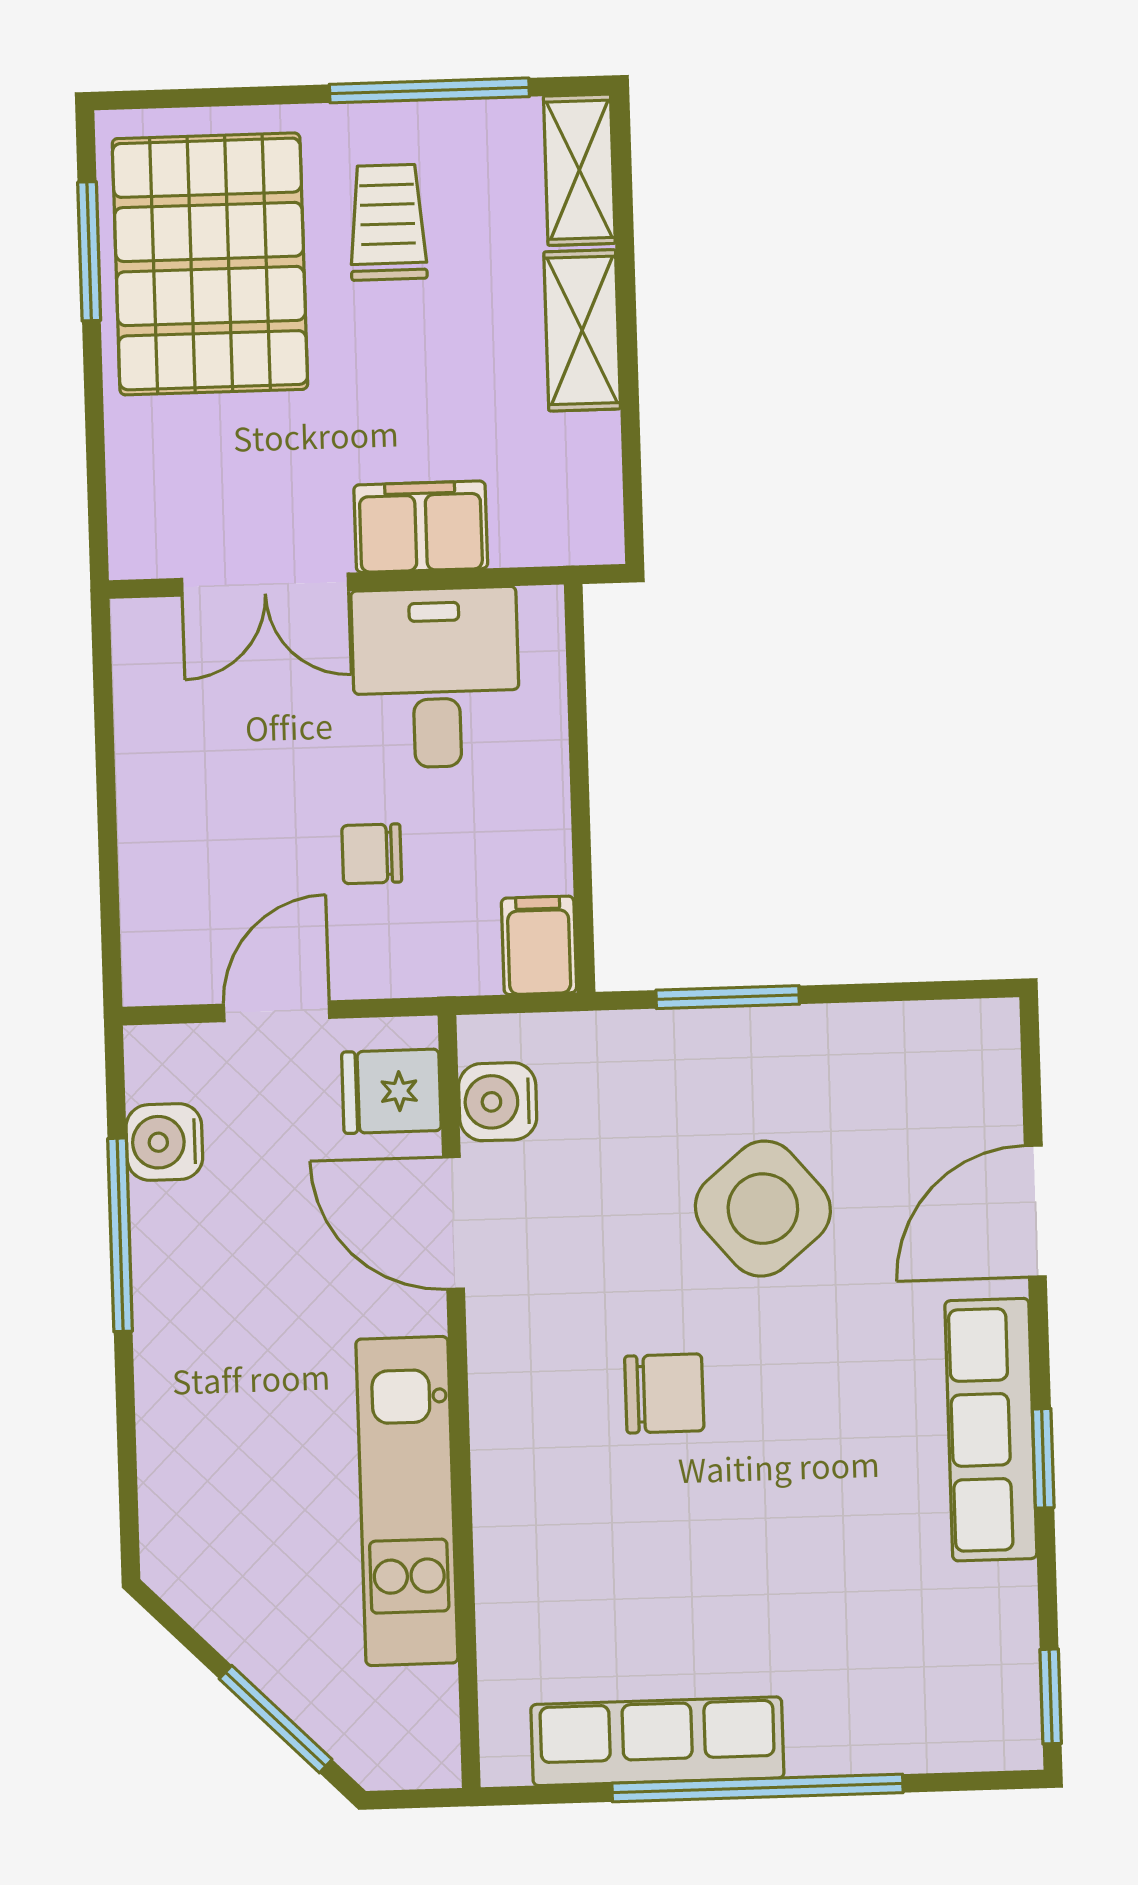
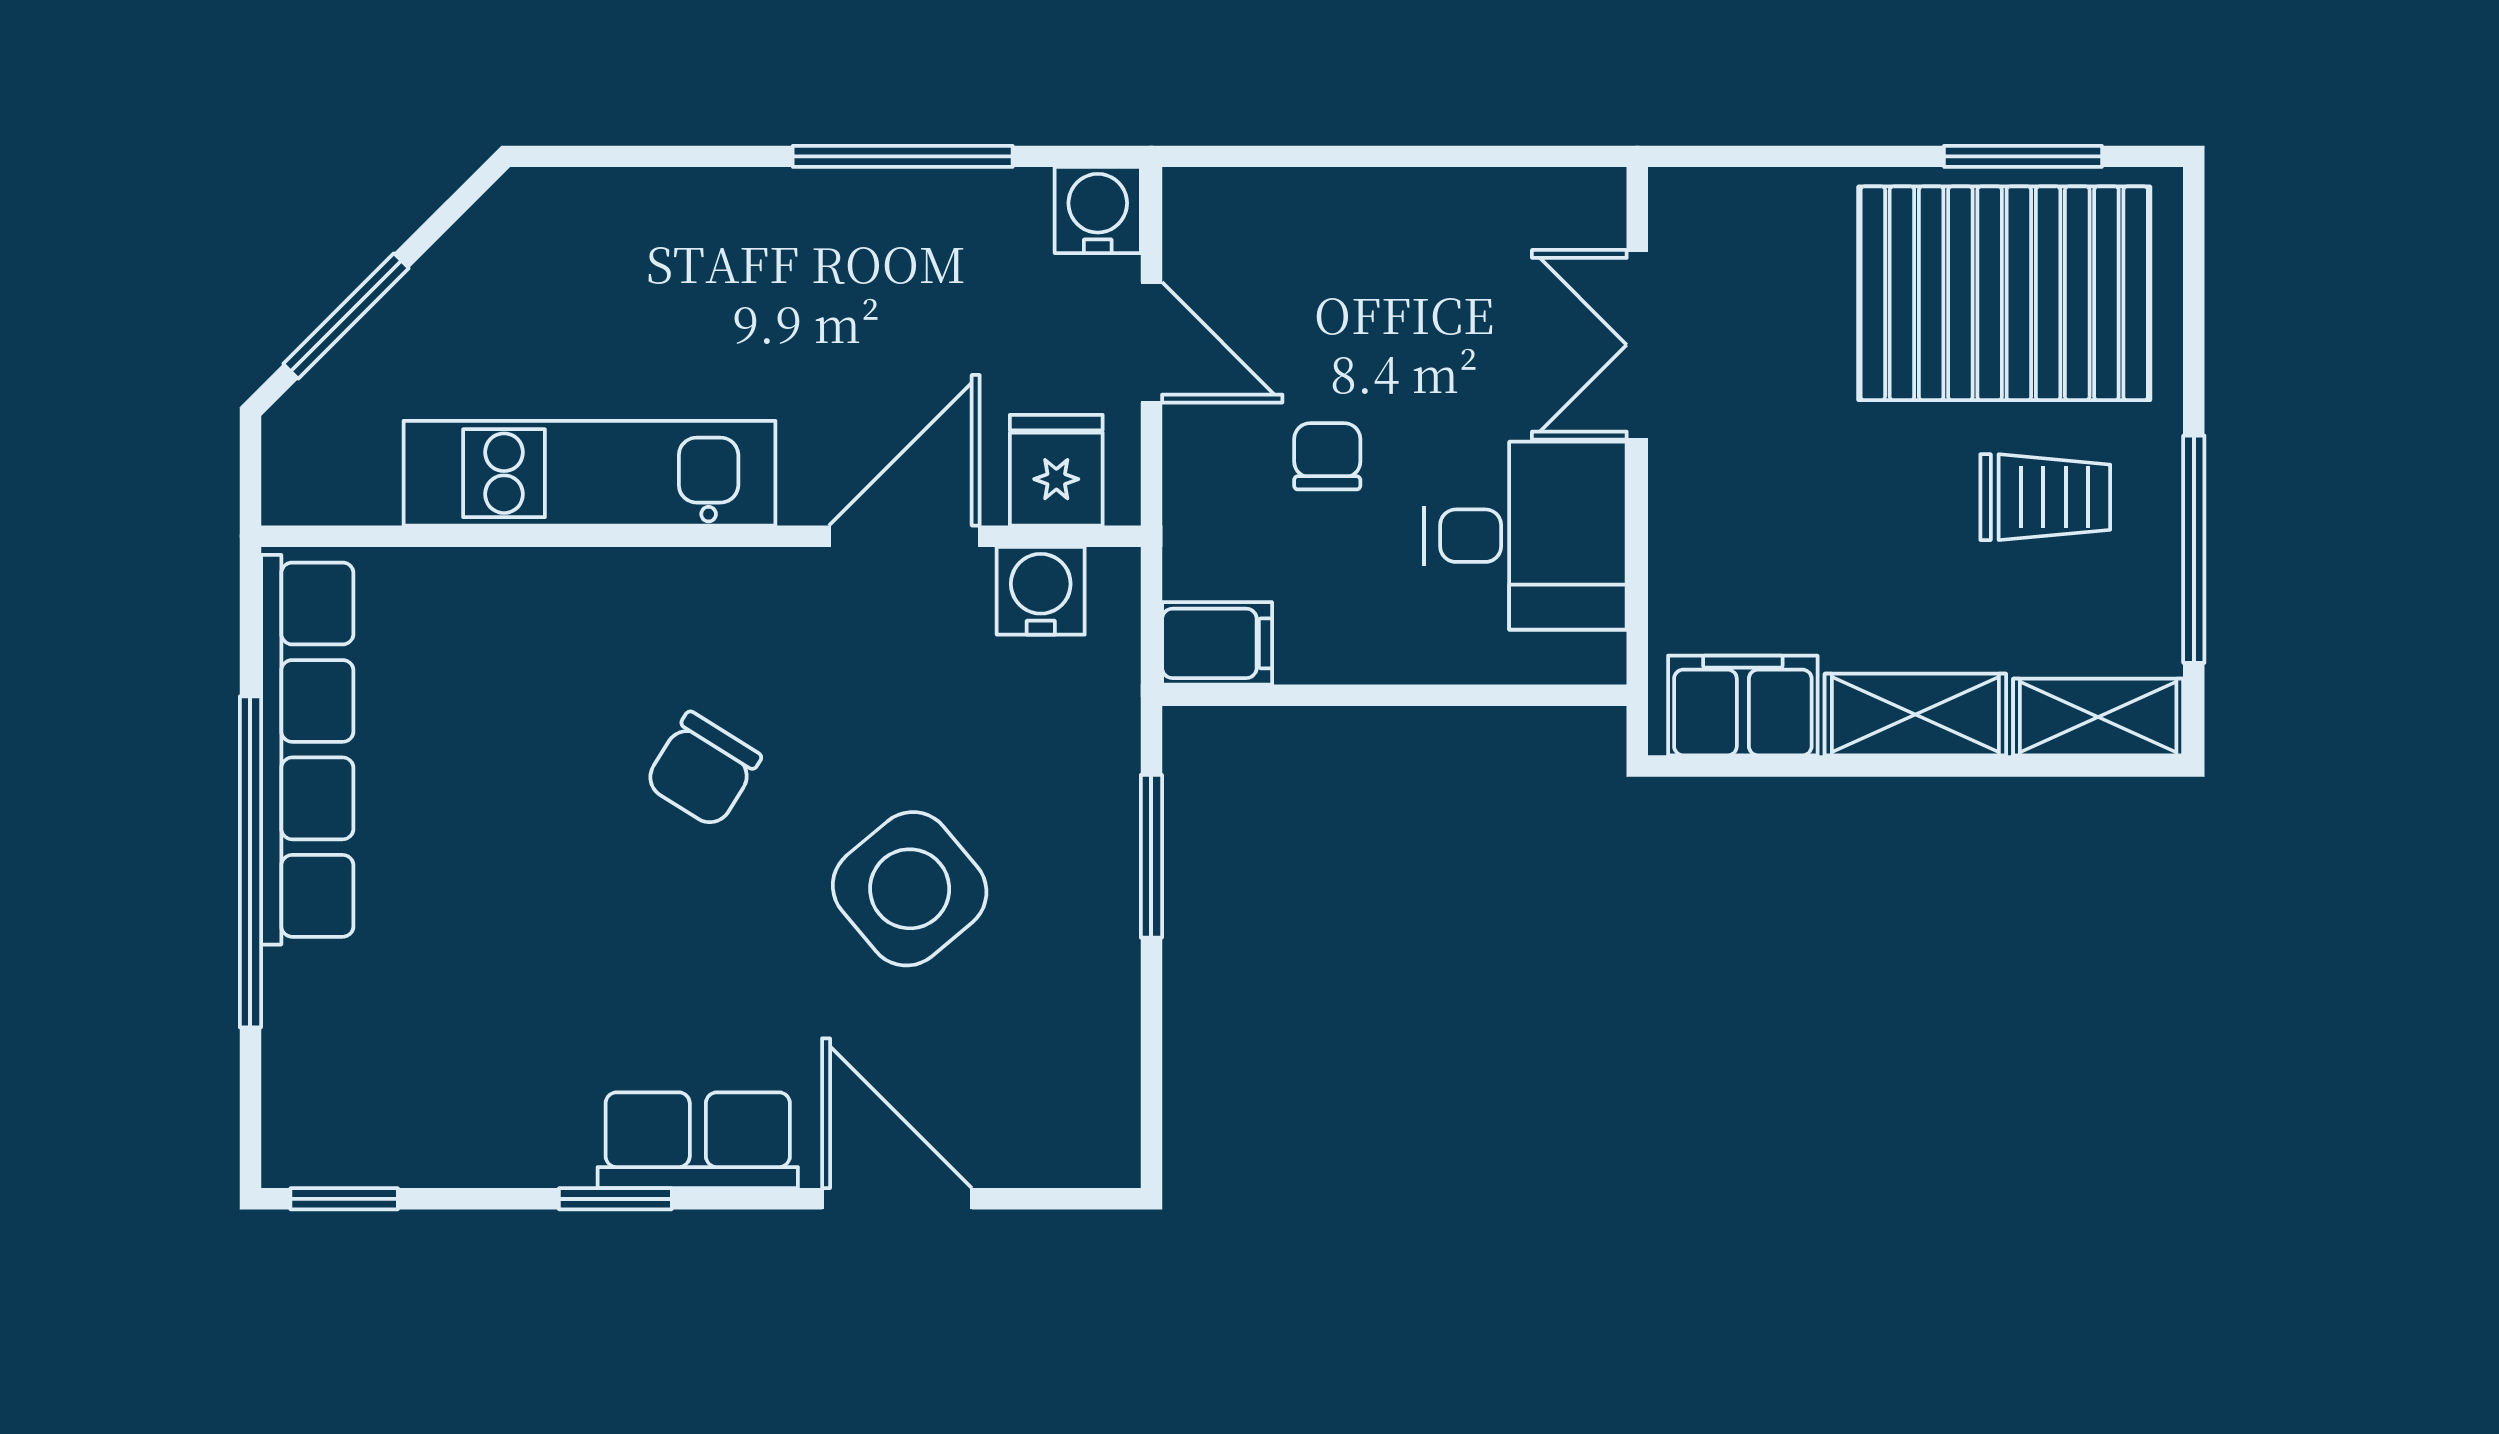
filing cabinet: (421, 527) -> (1743, 705), moved, turned -90
water cooler: (164, 1142) -> (1098, 210), moved
chair: (664, 1393) -> (703, 770), turned 32
row of seats: (991, 1430) -> (698, 1140), width x0.68
row of seats: (657, 1741) -> (307, 750), width x1.36

